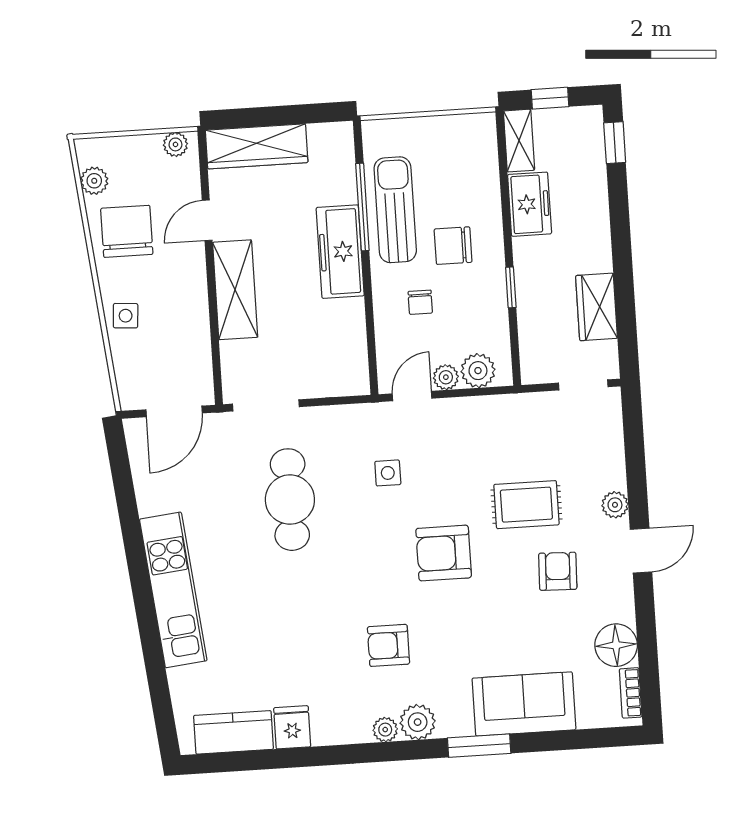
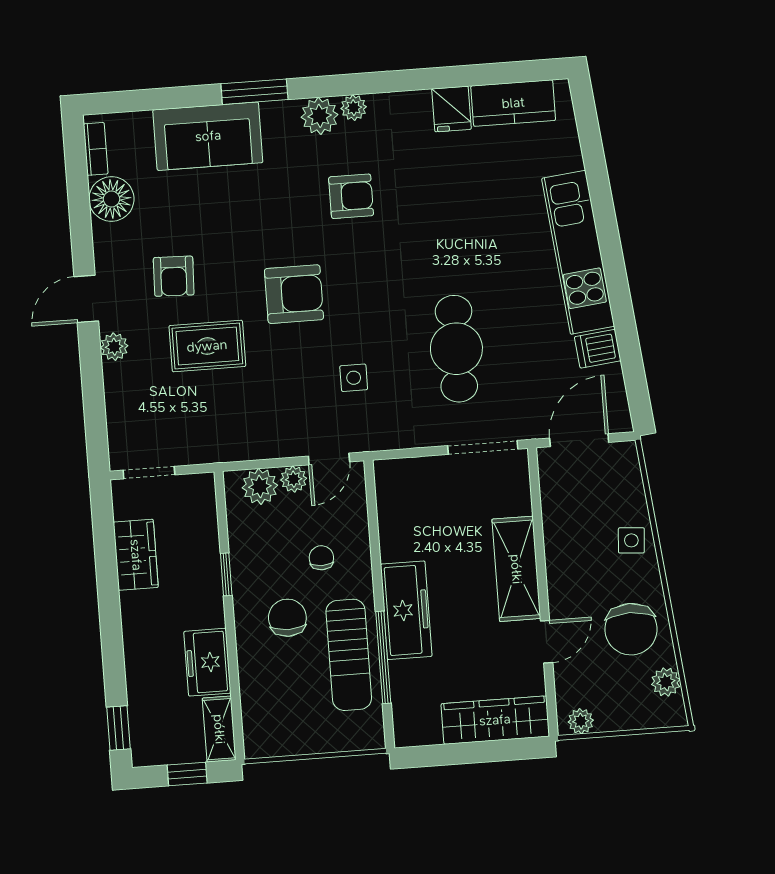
chair: (453, 246) -> (287, 618), turned -90
dishwasher: (156, 498) -> (598, 349), added

